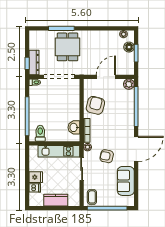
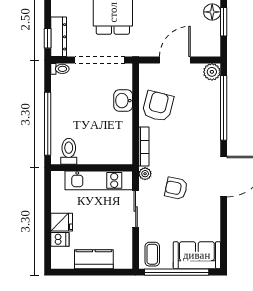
washbasin: (74, 127) -> (123, 101), moved
sofa: (126, 181) -> (197, 255), moved, turned 90

